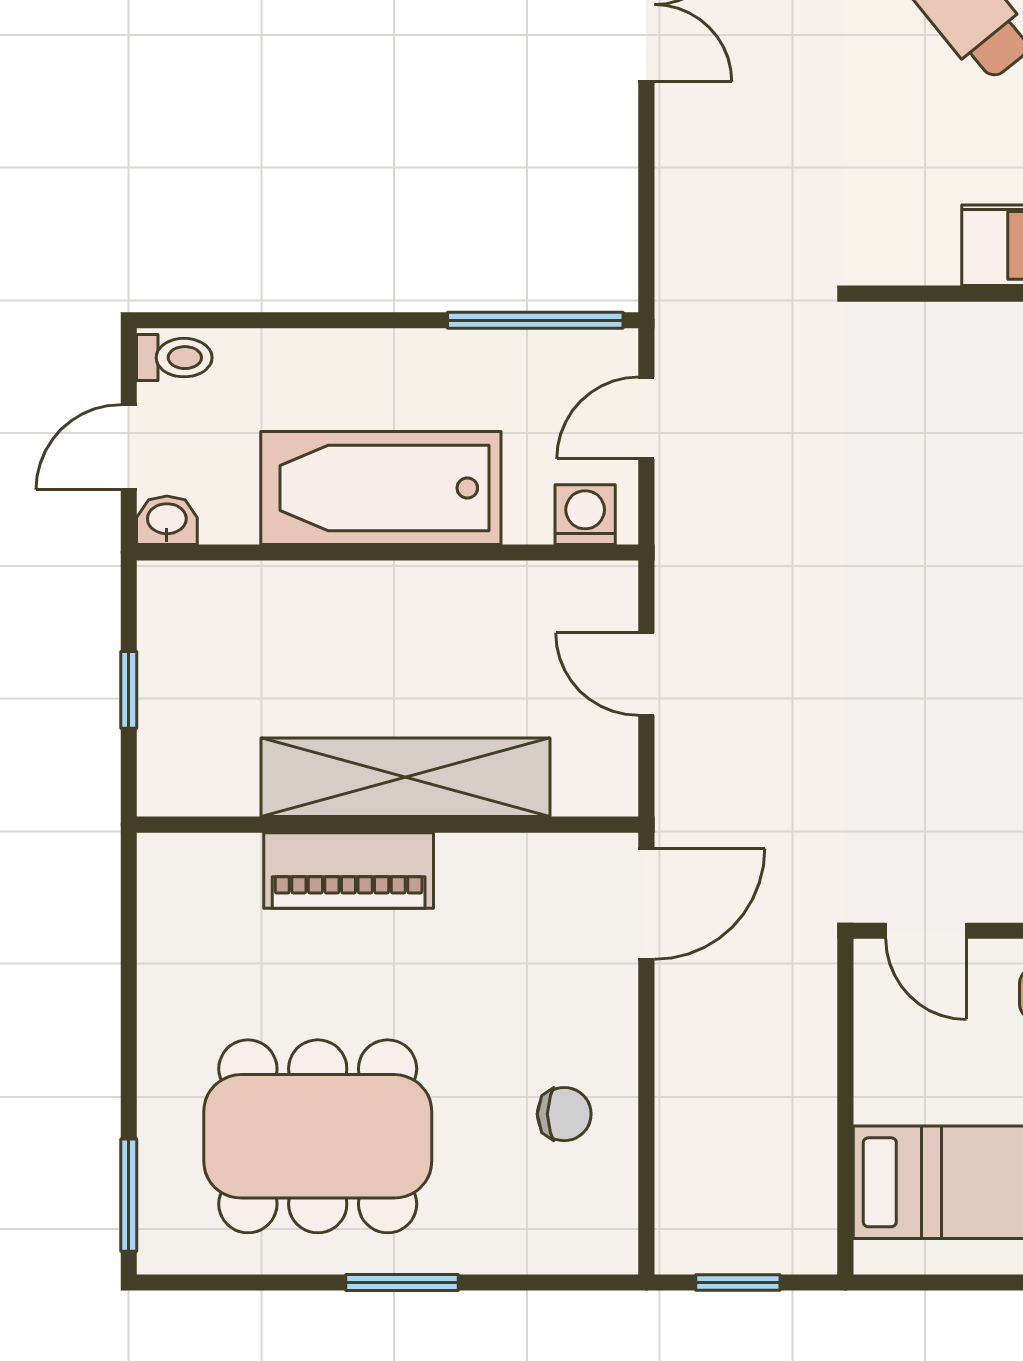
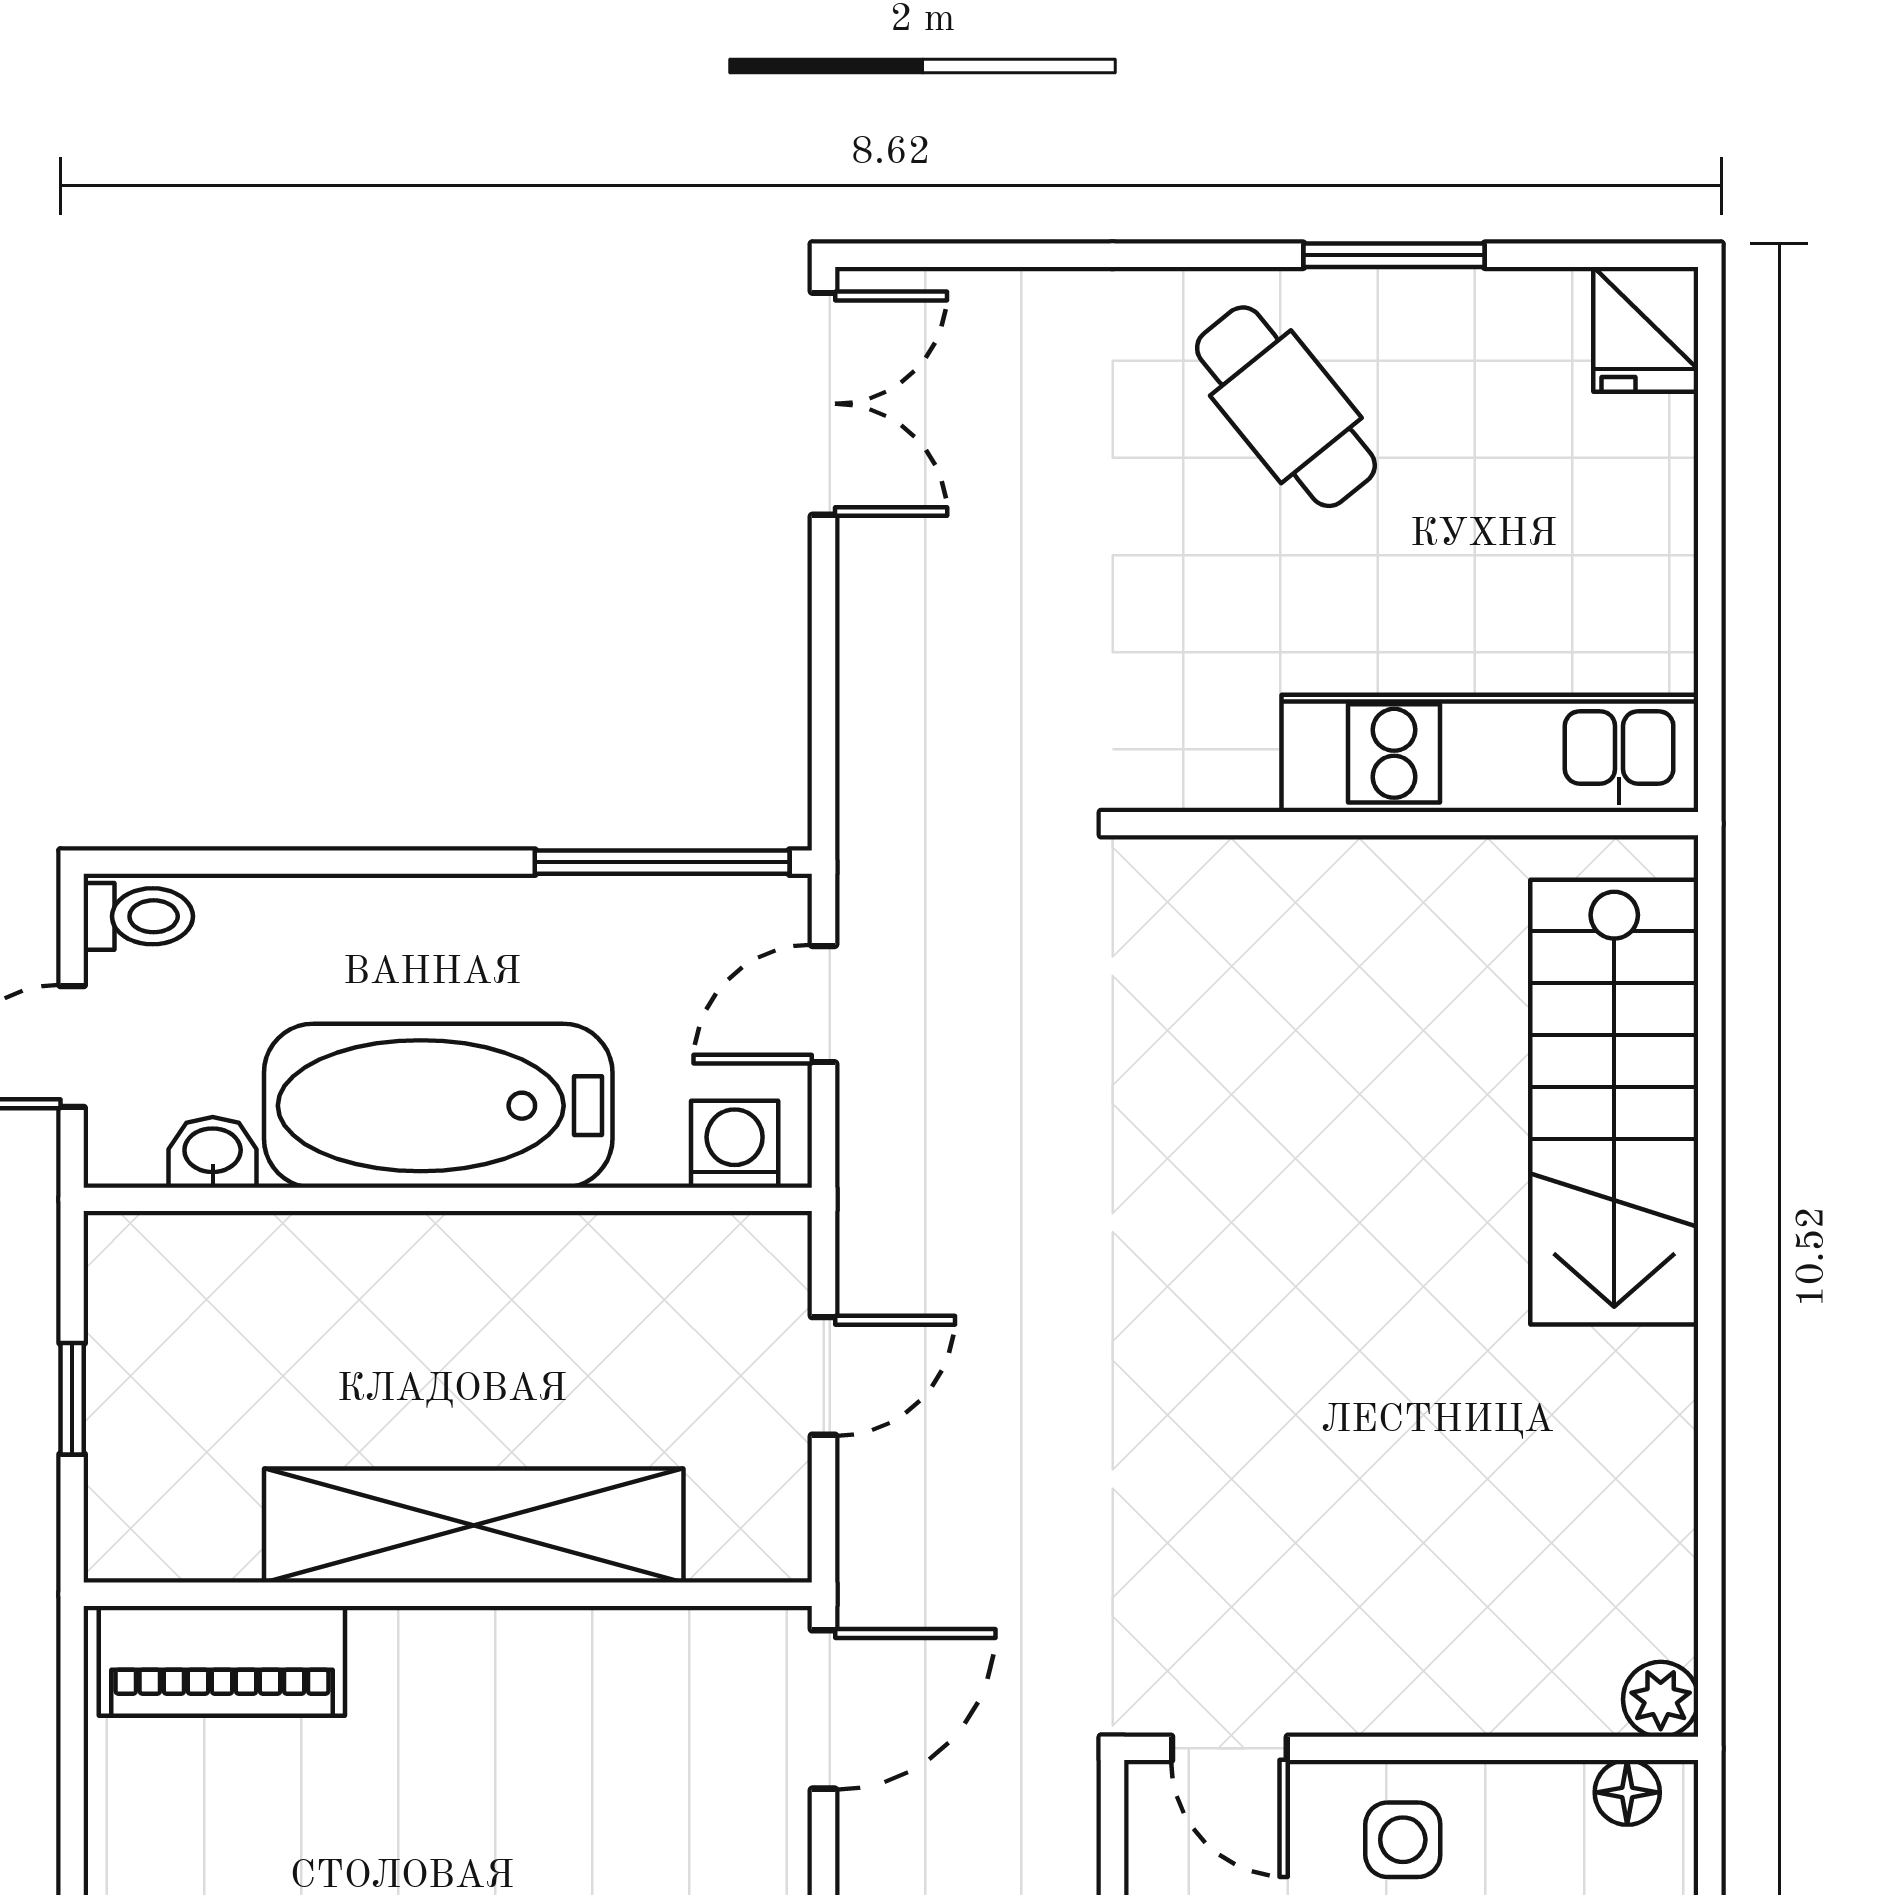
washbasin: (167, 520) -> (213, 1152), moved
door: (646, 674) -> (824, 1376), swing flipped
piano: (349, 870) -> (222, 1661), moved

